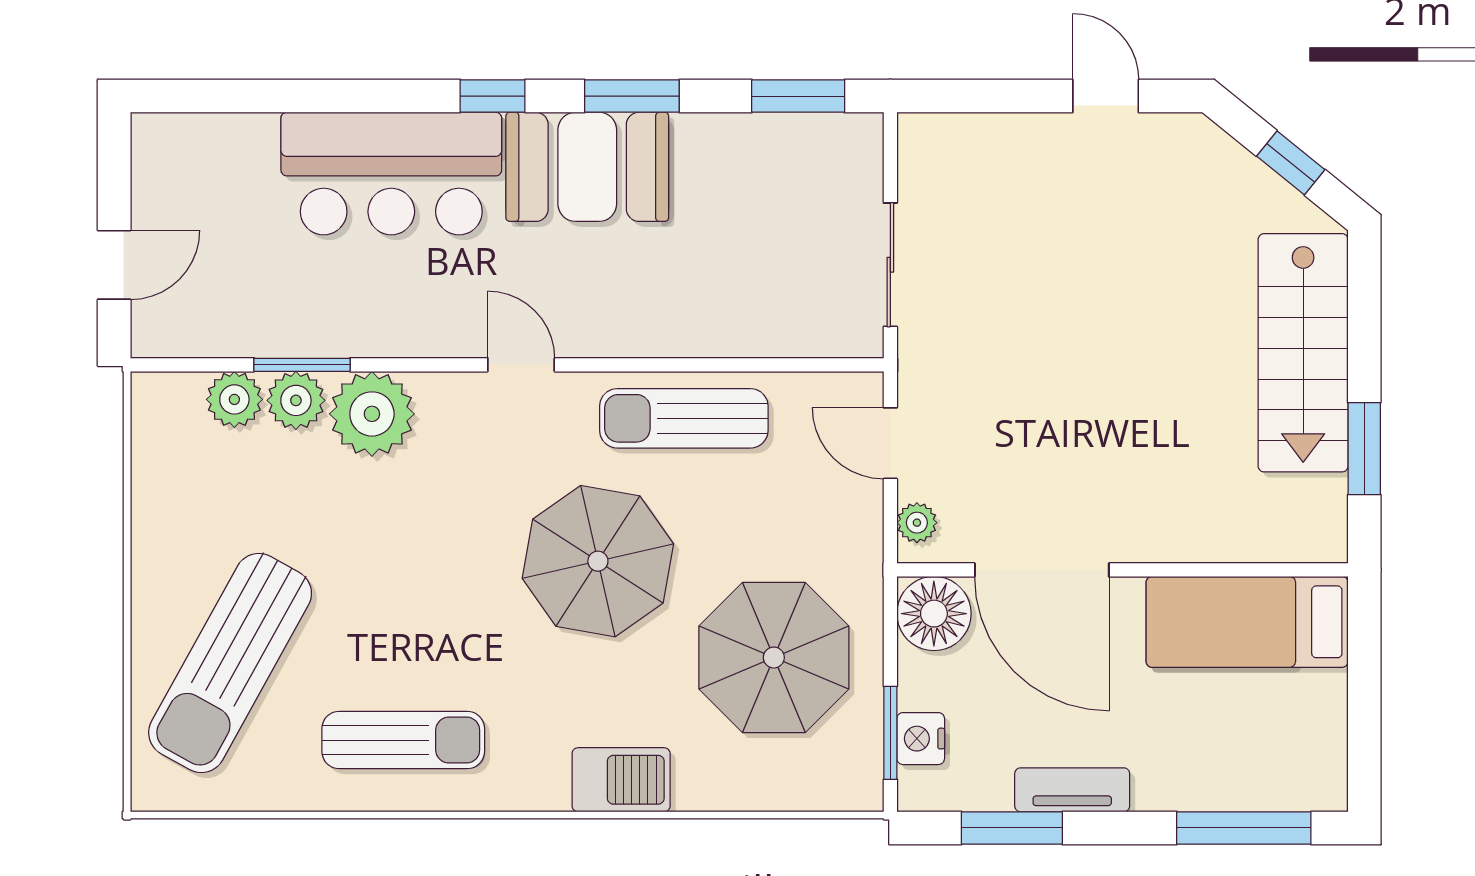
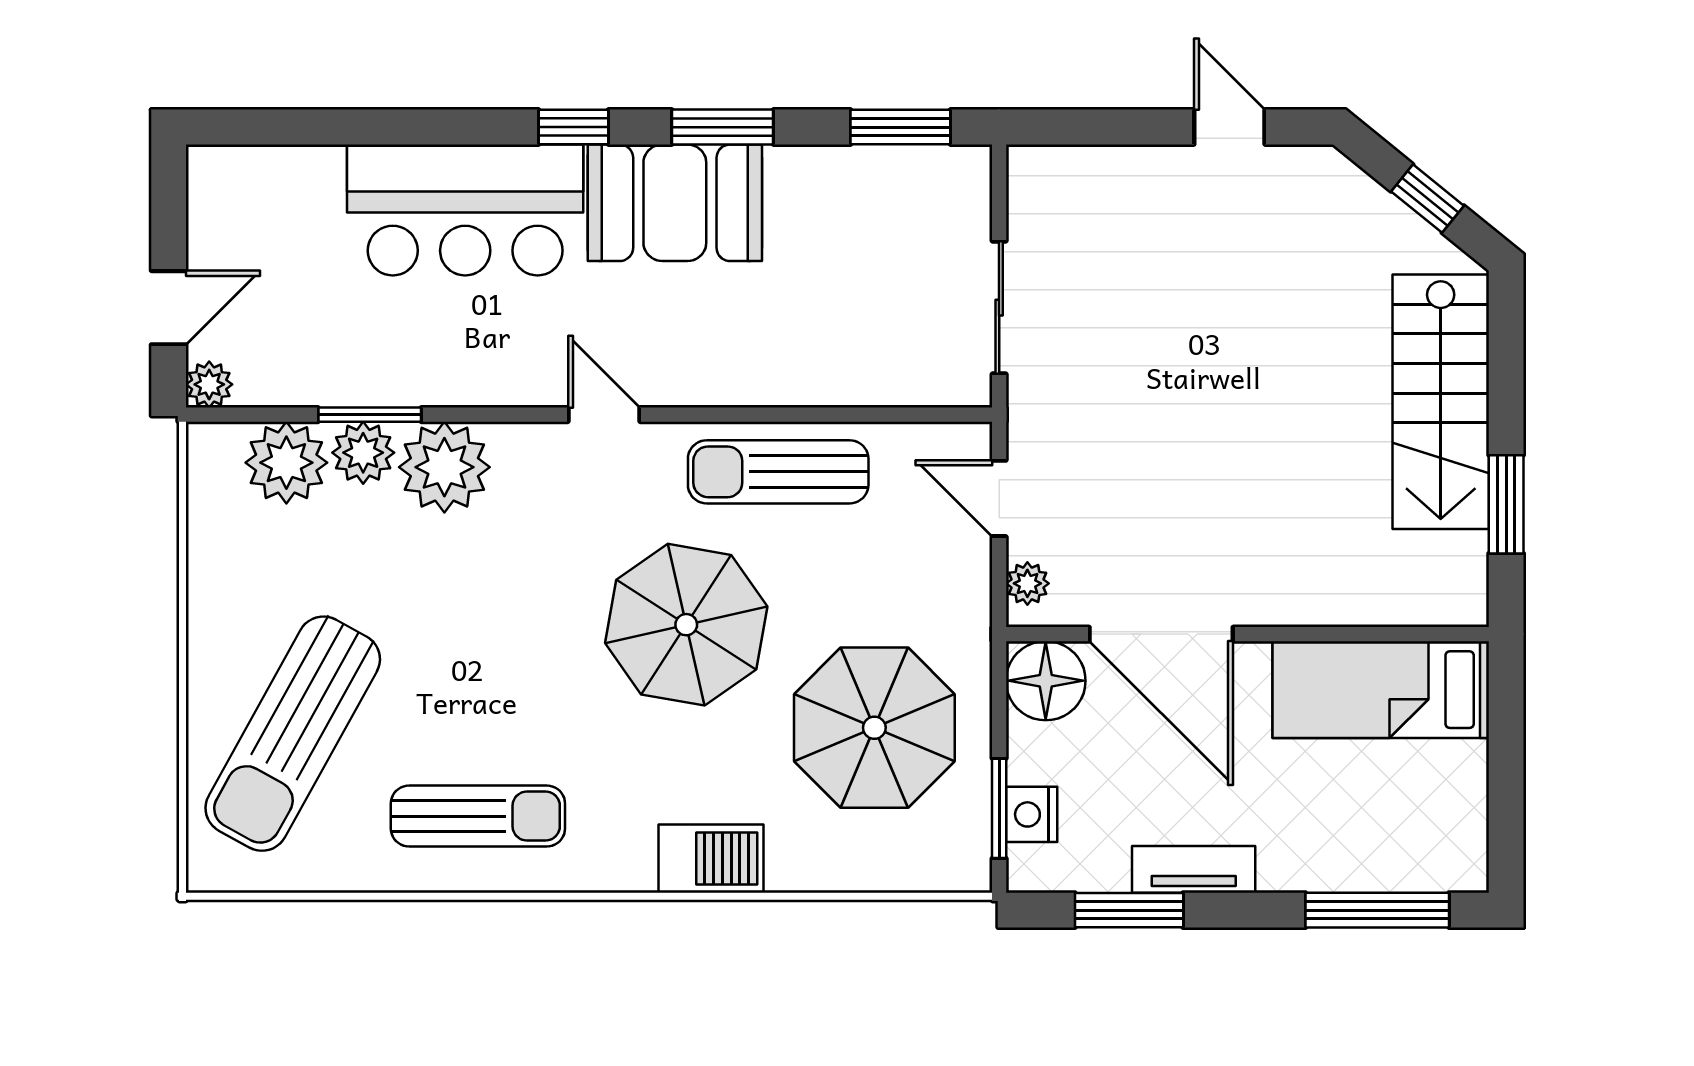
plant: (152, 337) -> (209, 384), added
plant: (234, 399) -> (286, 463), width x1.36, depth x1.36

